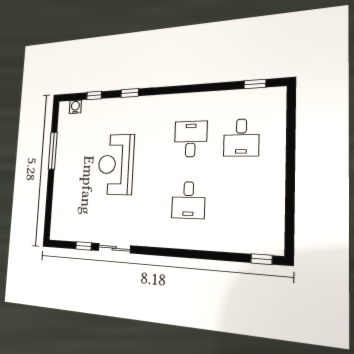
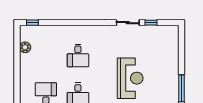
desk: (188, 200) -> (78, 55), turned 180
plant: (275, 217) -> (25, 47), added

